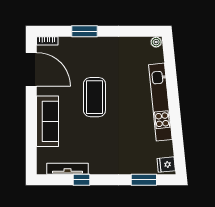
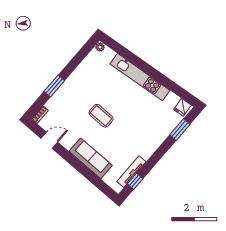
door: (31, 69) -> (49, 140), width x0.53
coffee table: (94, 97) -> (101, 116), width x0.73, depth x0.76
window: (81, 180) -> (135, 181), moved

